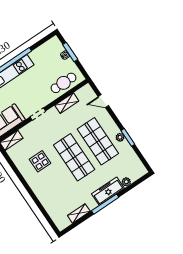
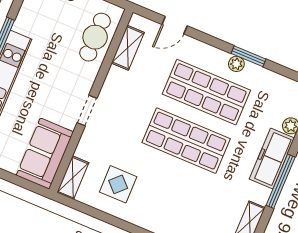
shelving: (67, 103) -> (128, 48), moved
display table: (40, 161) -> (118, 184), moved

